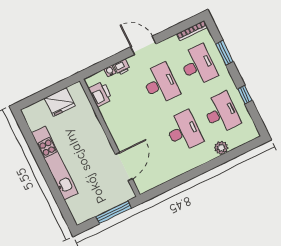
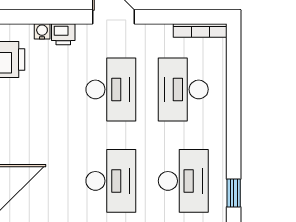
window: (224, 53) -> (234, 90), removed
desk: (198, 65) -> (183, 89), turned 180
window: (245, 95) -> (234, 193), moved

